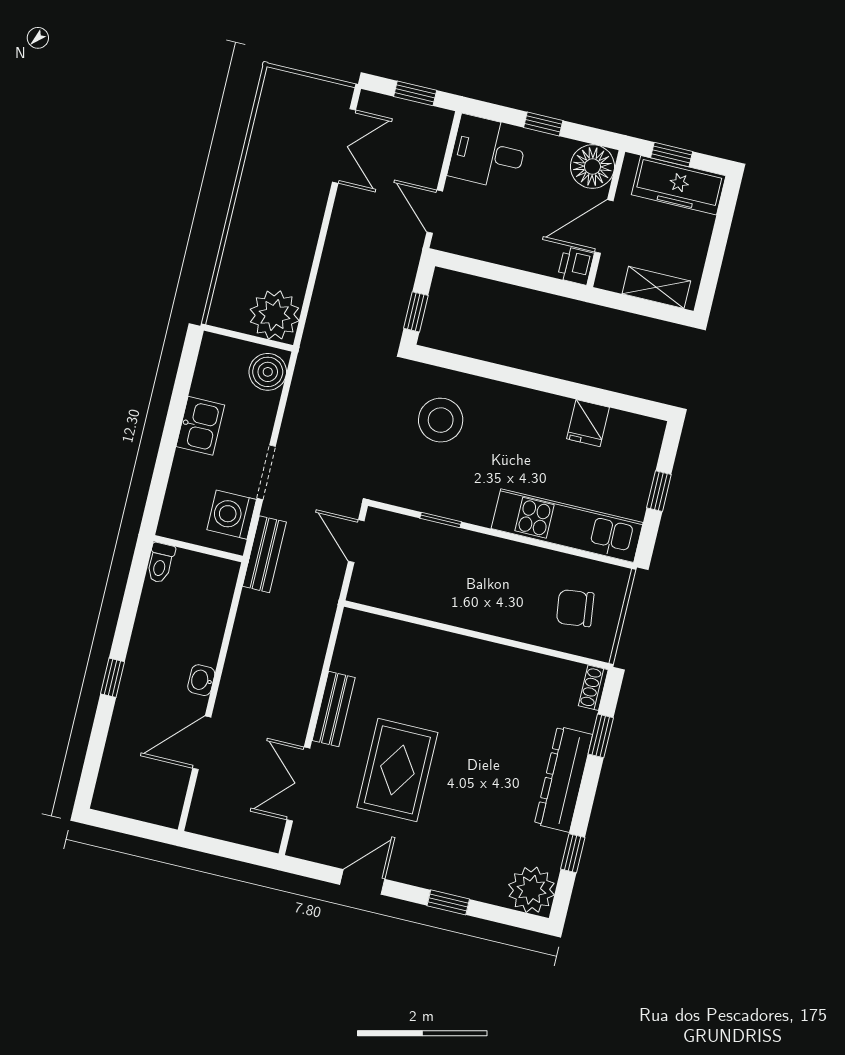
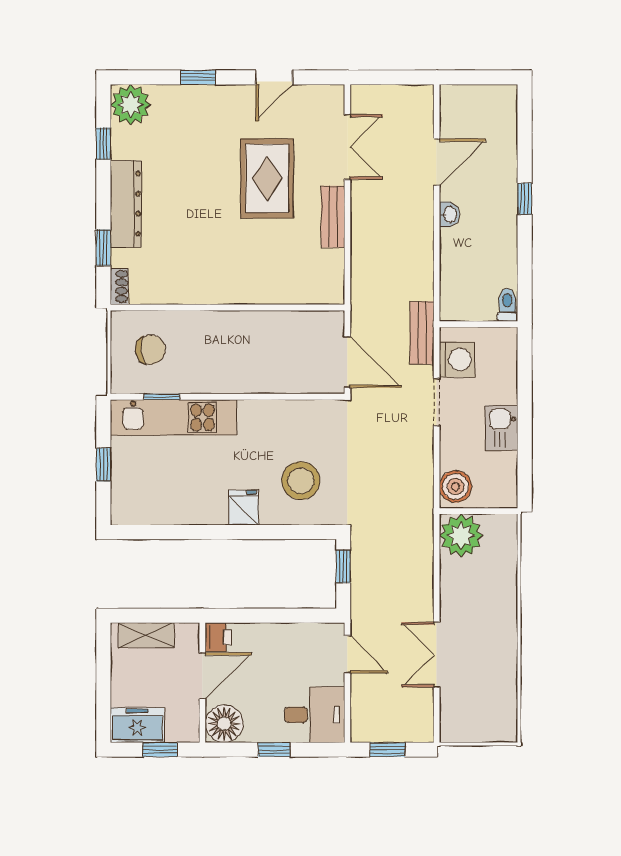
double door: (344, 146) -> (437, 655), moved
freezer: (679, 185) -> (137, 725), width x0.71
fridge: (588, 423) -> (244, 508), moved
window: (441, 520) -> (162, 397), moved
door: (356, 541) -> (347, 362), width x1.38

